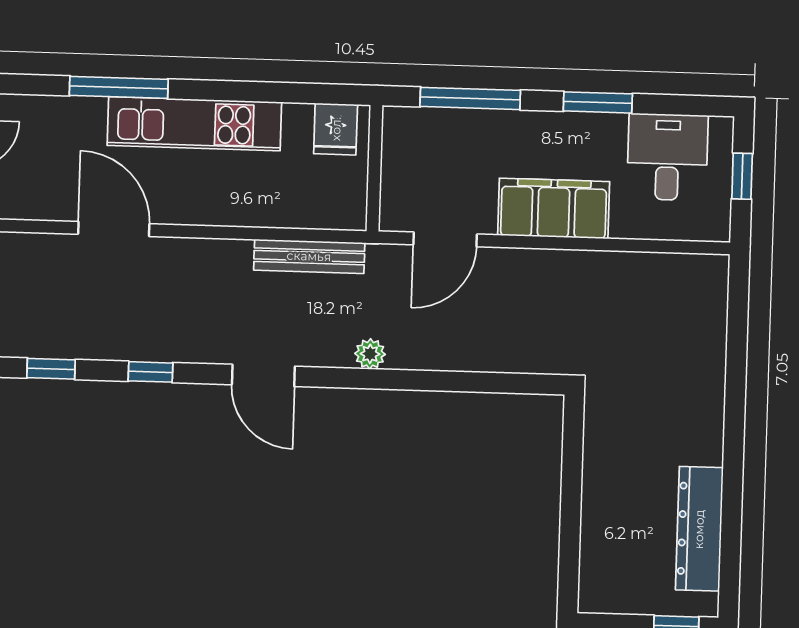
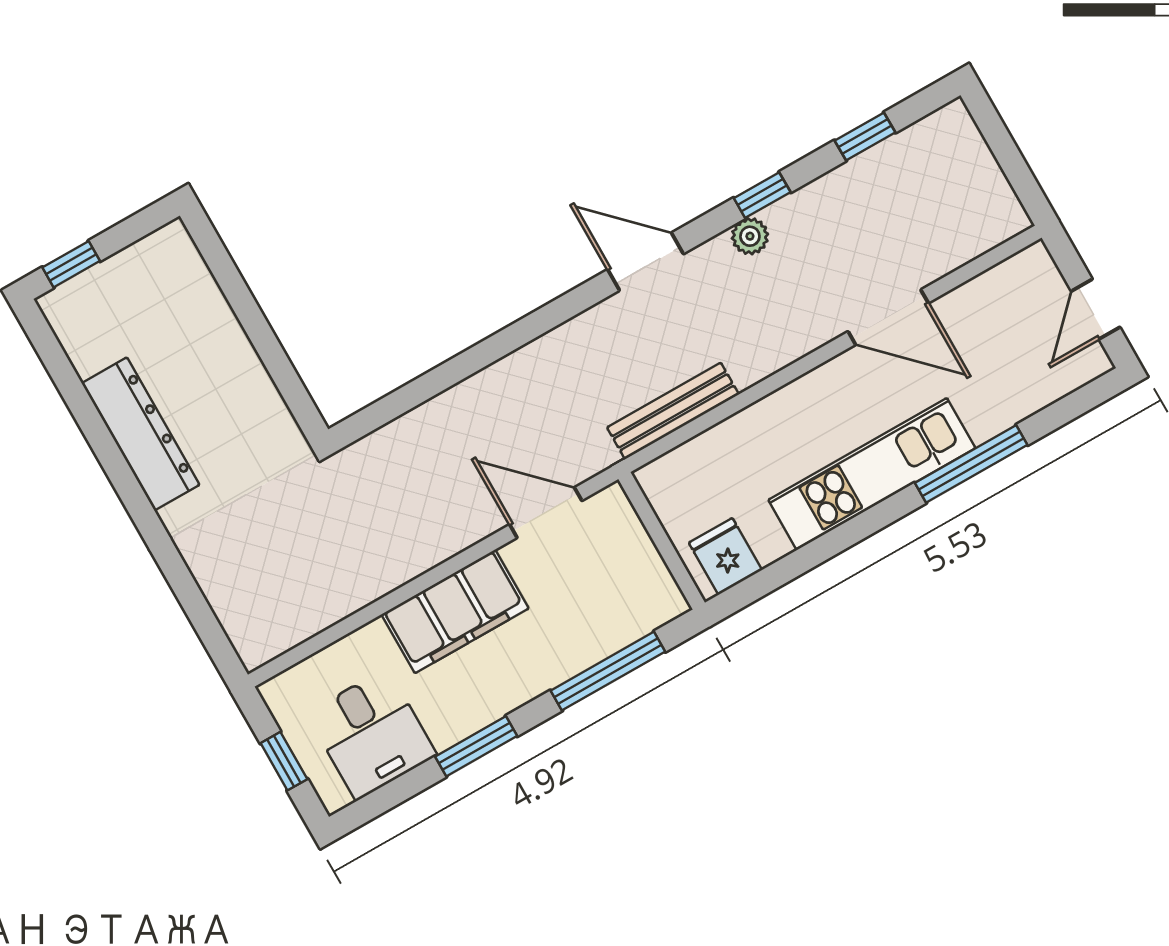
door: (445, 239) -> (546, 513), hinge flipped
plant: (370, 354) -> (750, 236), moved
dresser: (699, 529) -> (141, 434), moved

